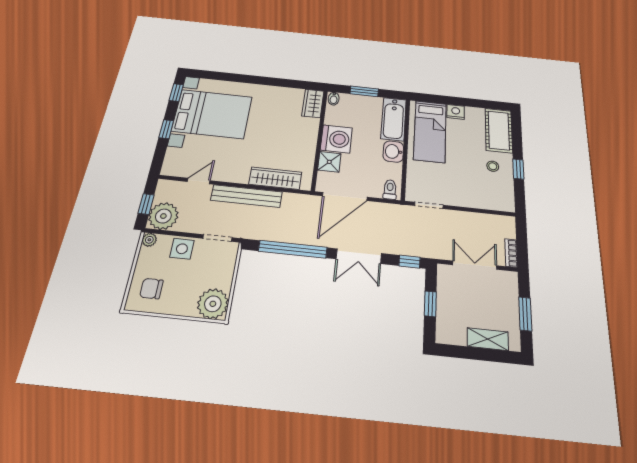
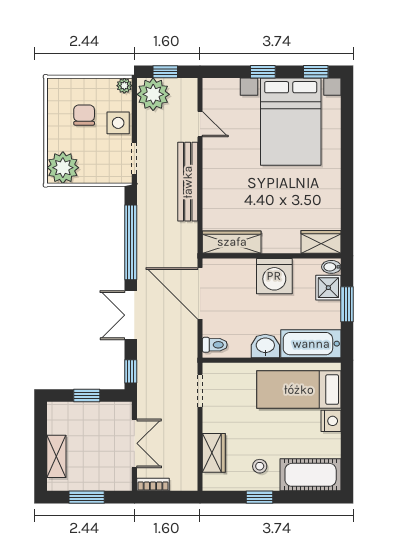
shower: (329, 162) -> (328, 288), moved
wardrobe: (275, 178) -> (232, 242), moved, turned -90
wardrobe: (482, 200) -> (214, 453), added
chair: (151, 289) -> (84, 115), moved

